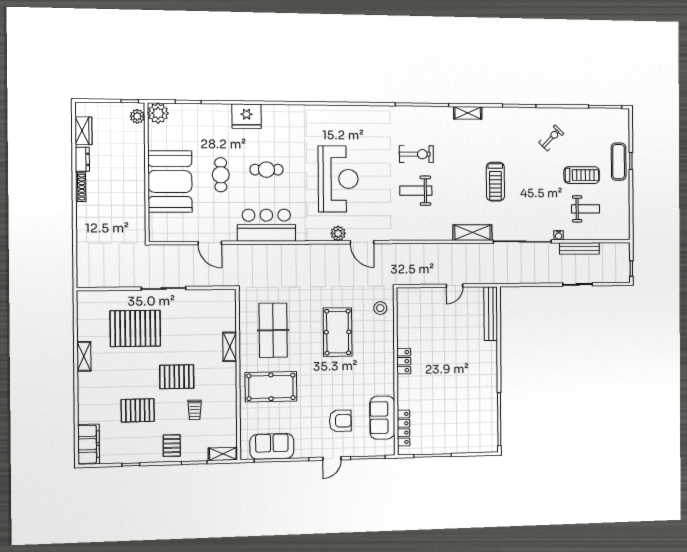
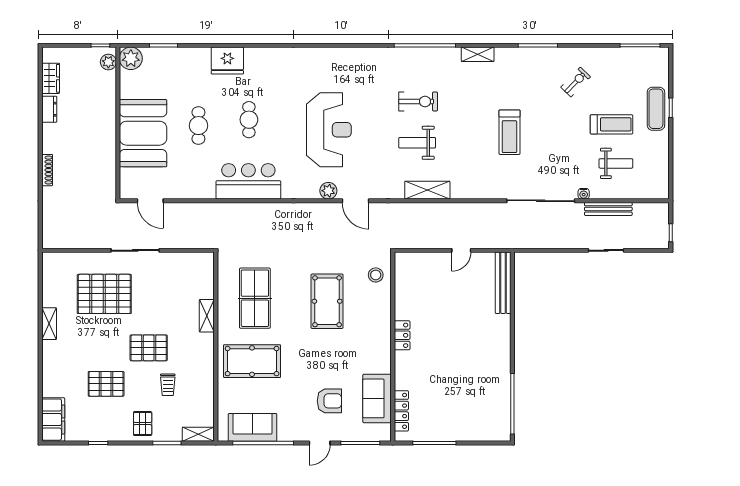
cafe table: (266, 170) -> (249, 120), turned 90
shoe rack: (81, 187) -> (47, 170), moved
shelving: (472, 233) -> (427, 190), moved
door: (210, 243) -> (150, 201), moved

